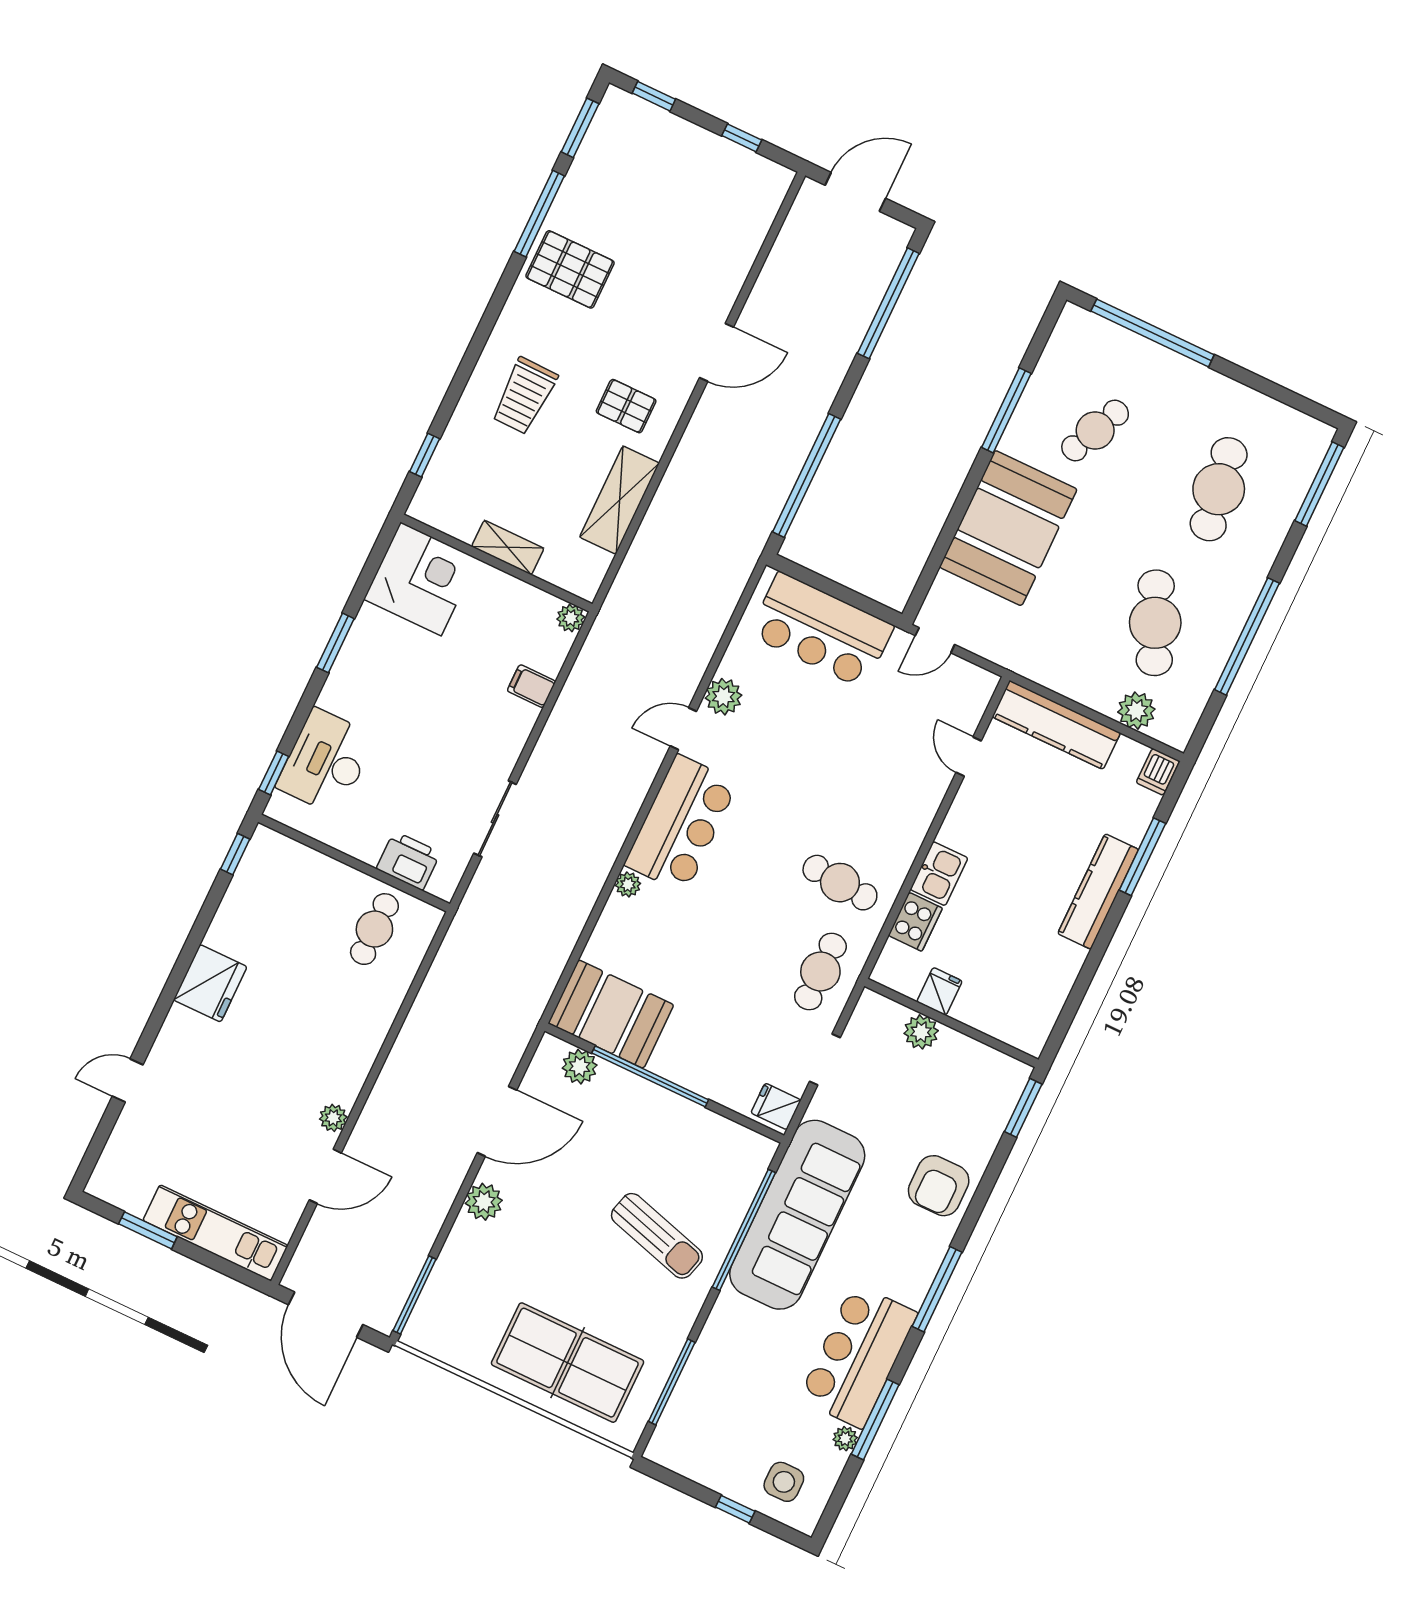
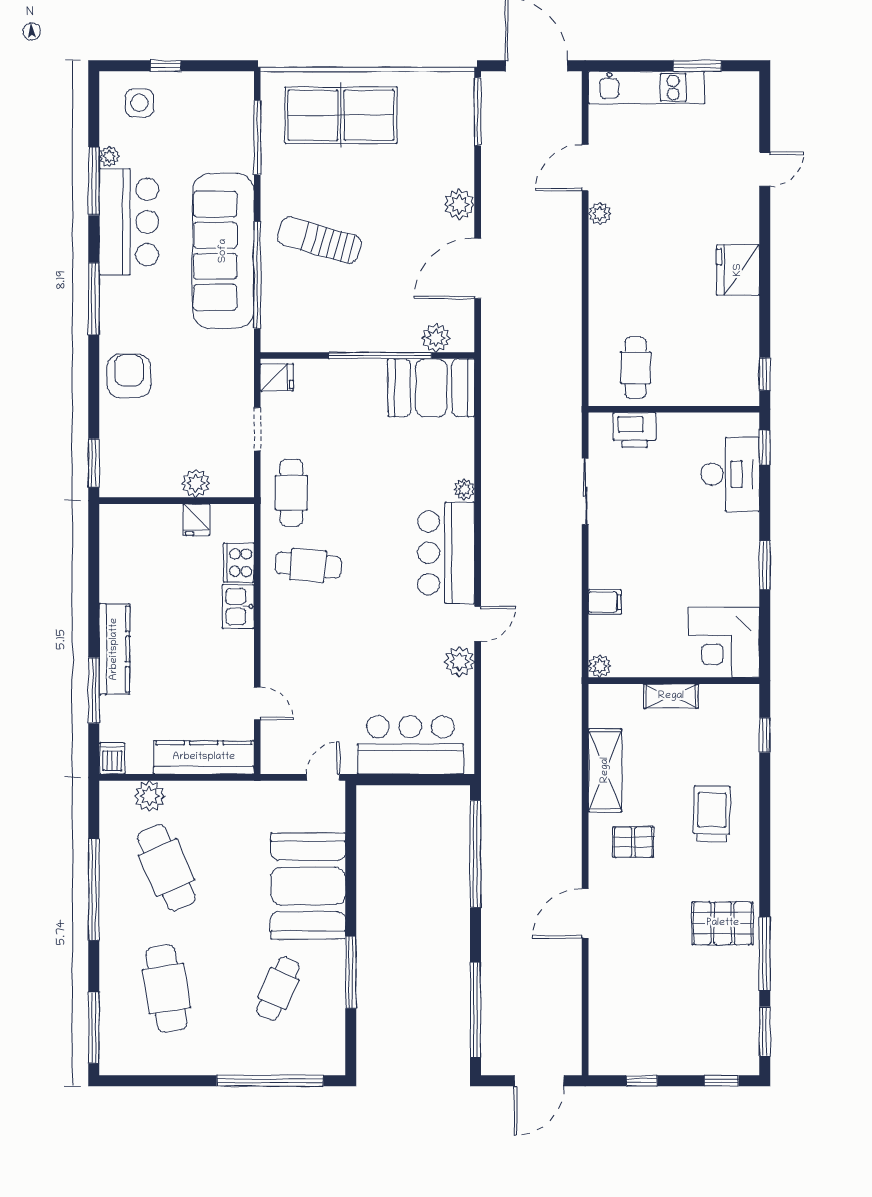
sofa: (797, 1215) -> (223, 251), moved

